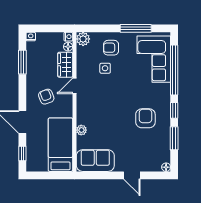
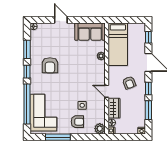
door: (74, 86) -> (107, 91), swing flipped
window: (22, 89) -> (148, 89), added

